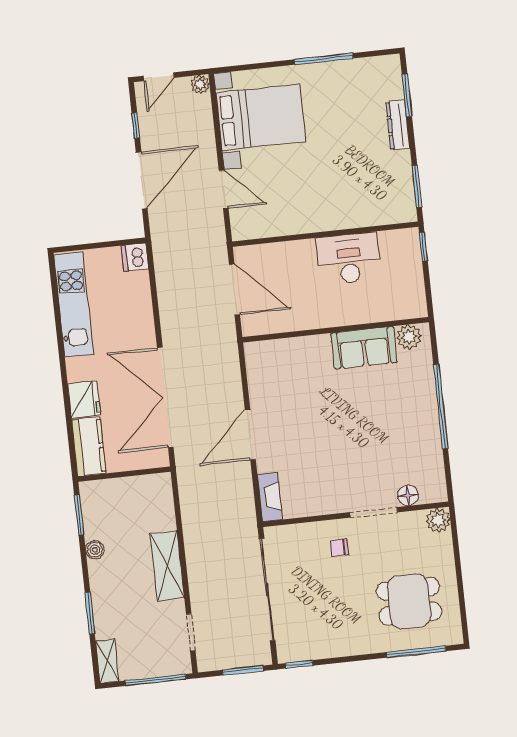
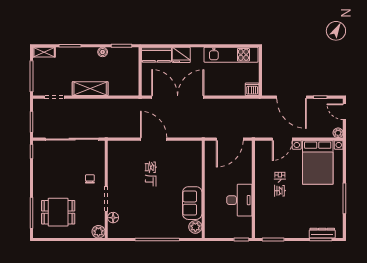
dresser: (398, 125) -> (322, 233), moved
fireplace: (270, 497) -> (120, 146), removed
dining table: (409, 601) -> (58, 212), turned 90

